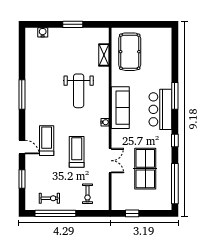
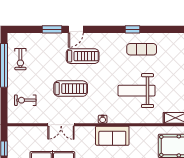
exercise mat: (40, 86) -> (142, 49), added
window: (22, 95) -> (133, 29), width x0.46
sofa: (120, 108) -> (112, 136), width x0.73
window: (22, 179) -> (52, 29), moved

